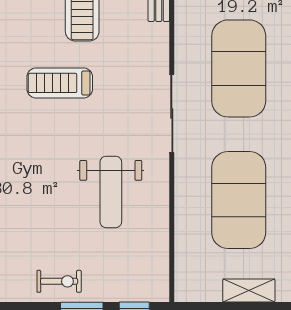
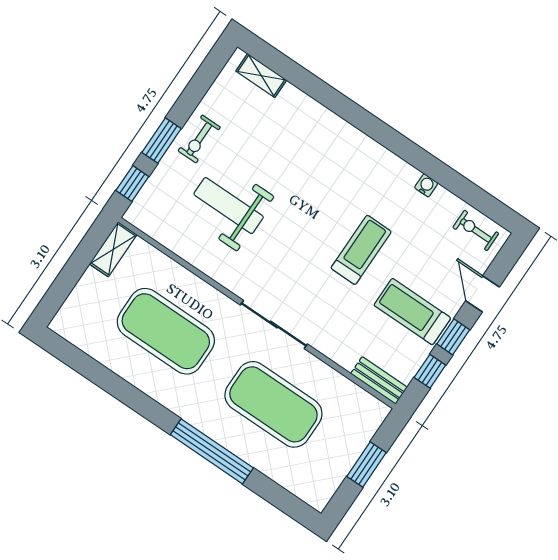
weight bench: (111, 192) -> (229, 206), moved
shelving: (249, 291) -> (113, 249), moved

